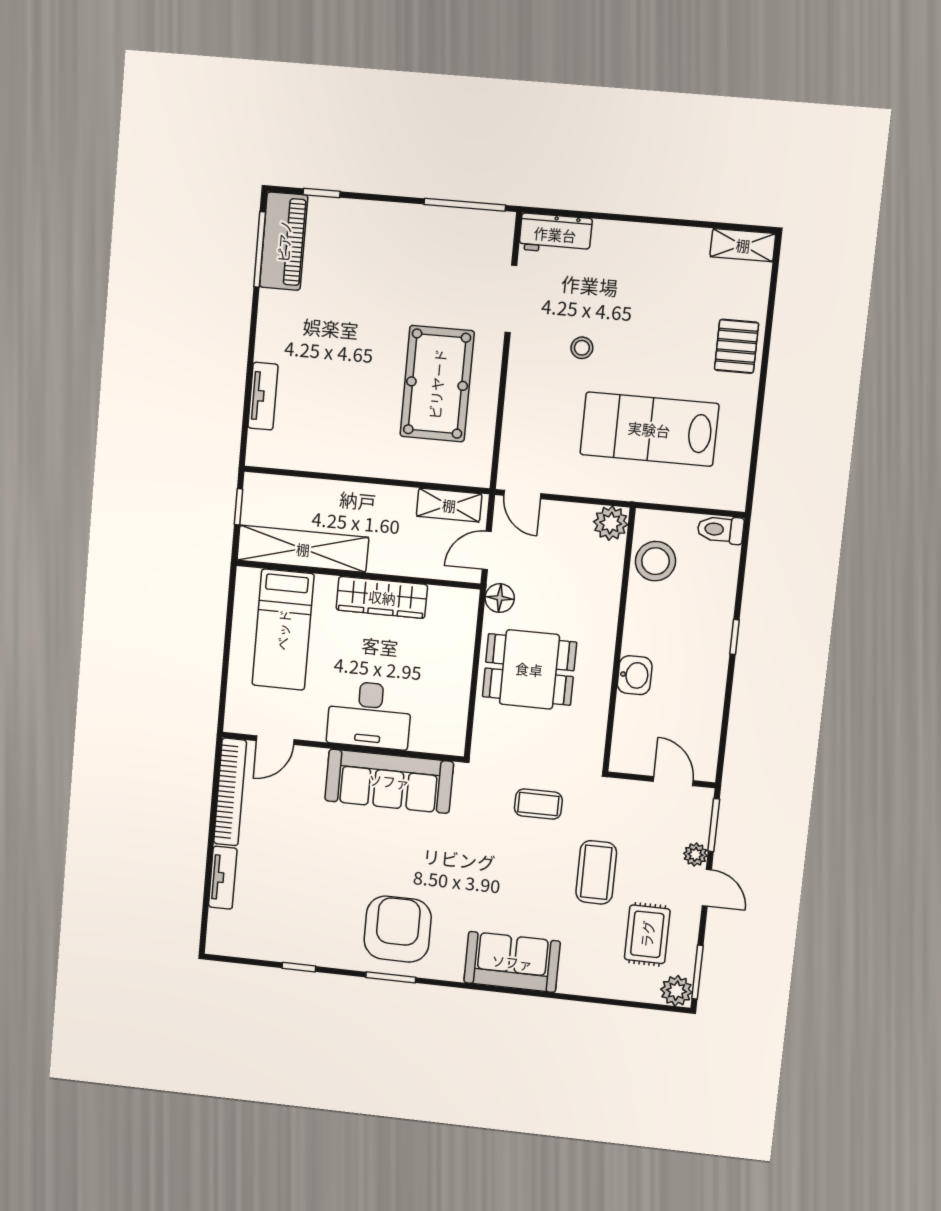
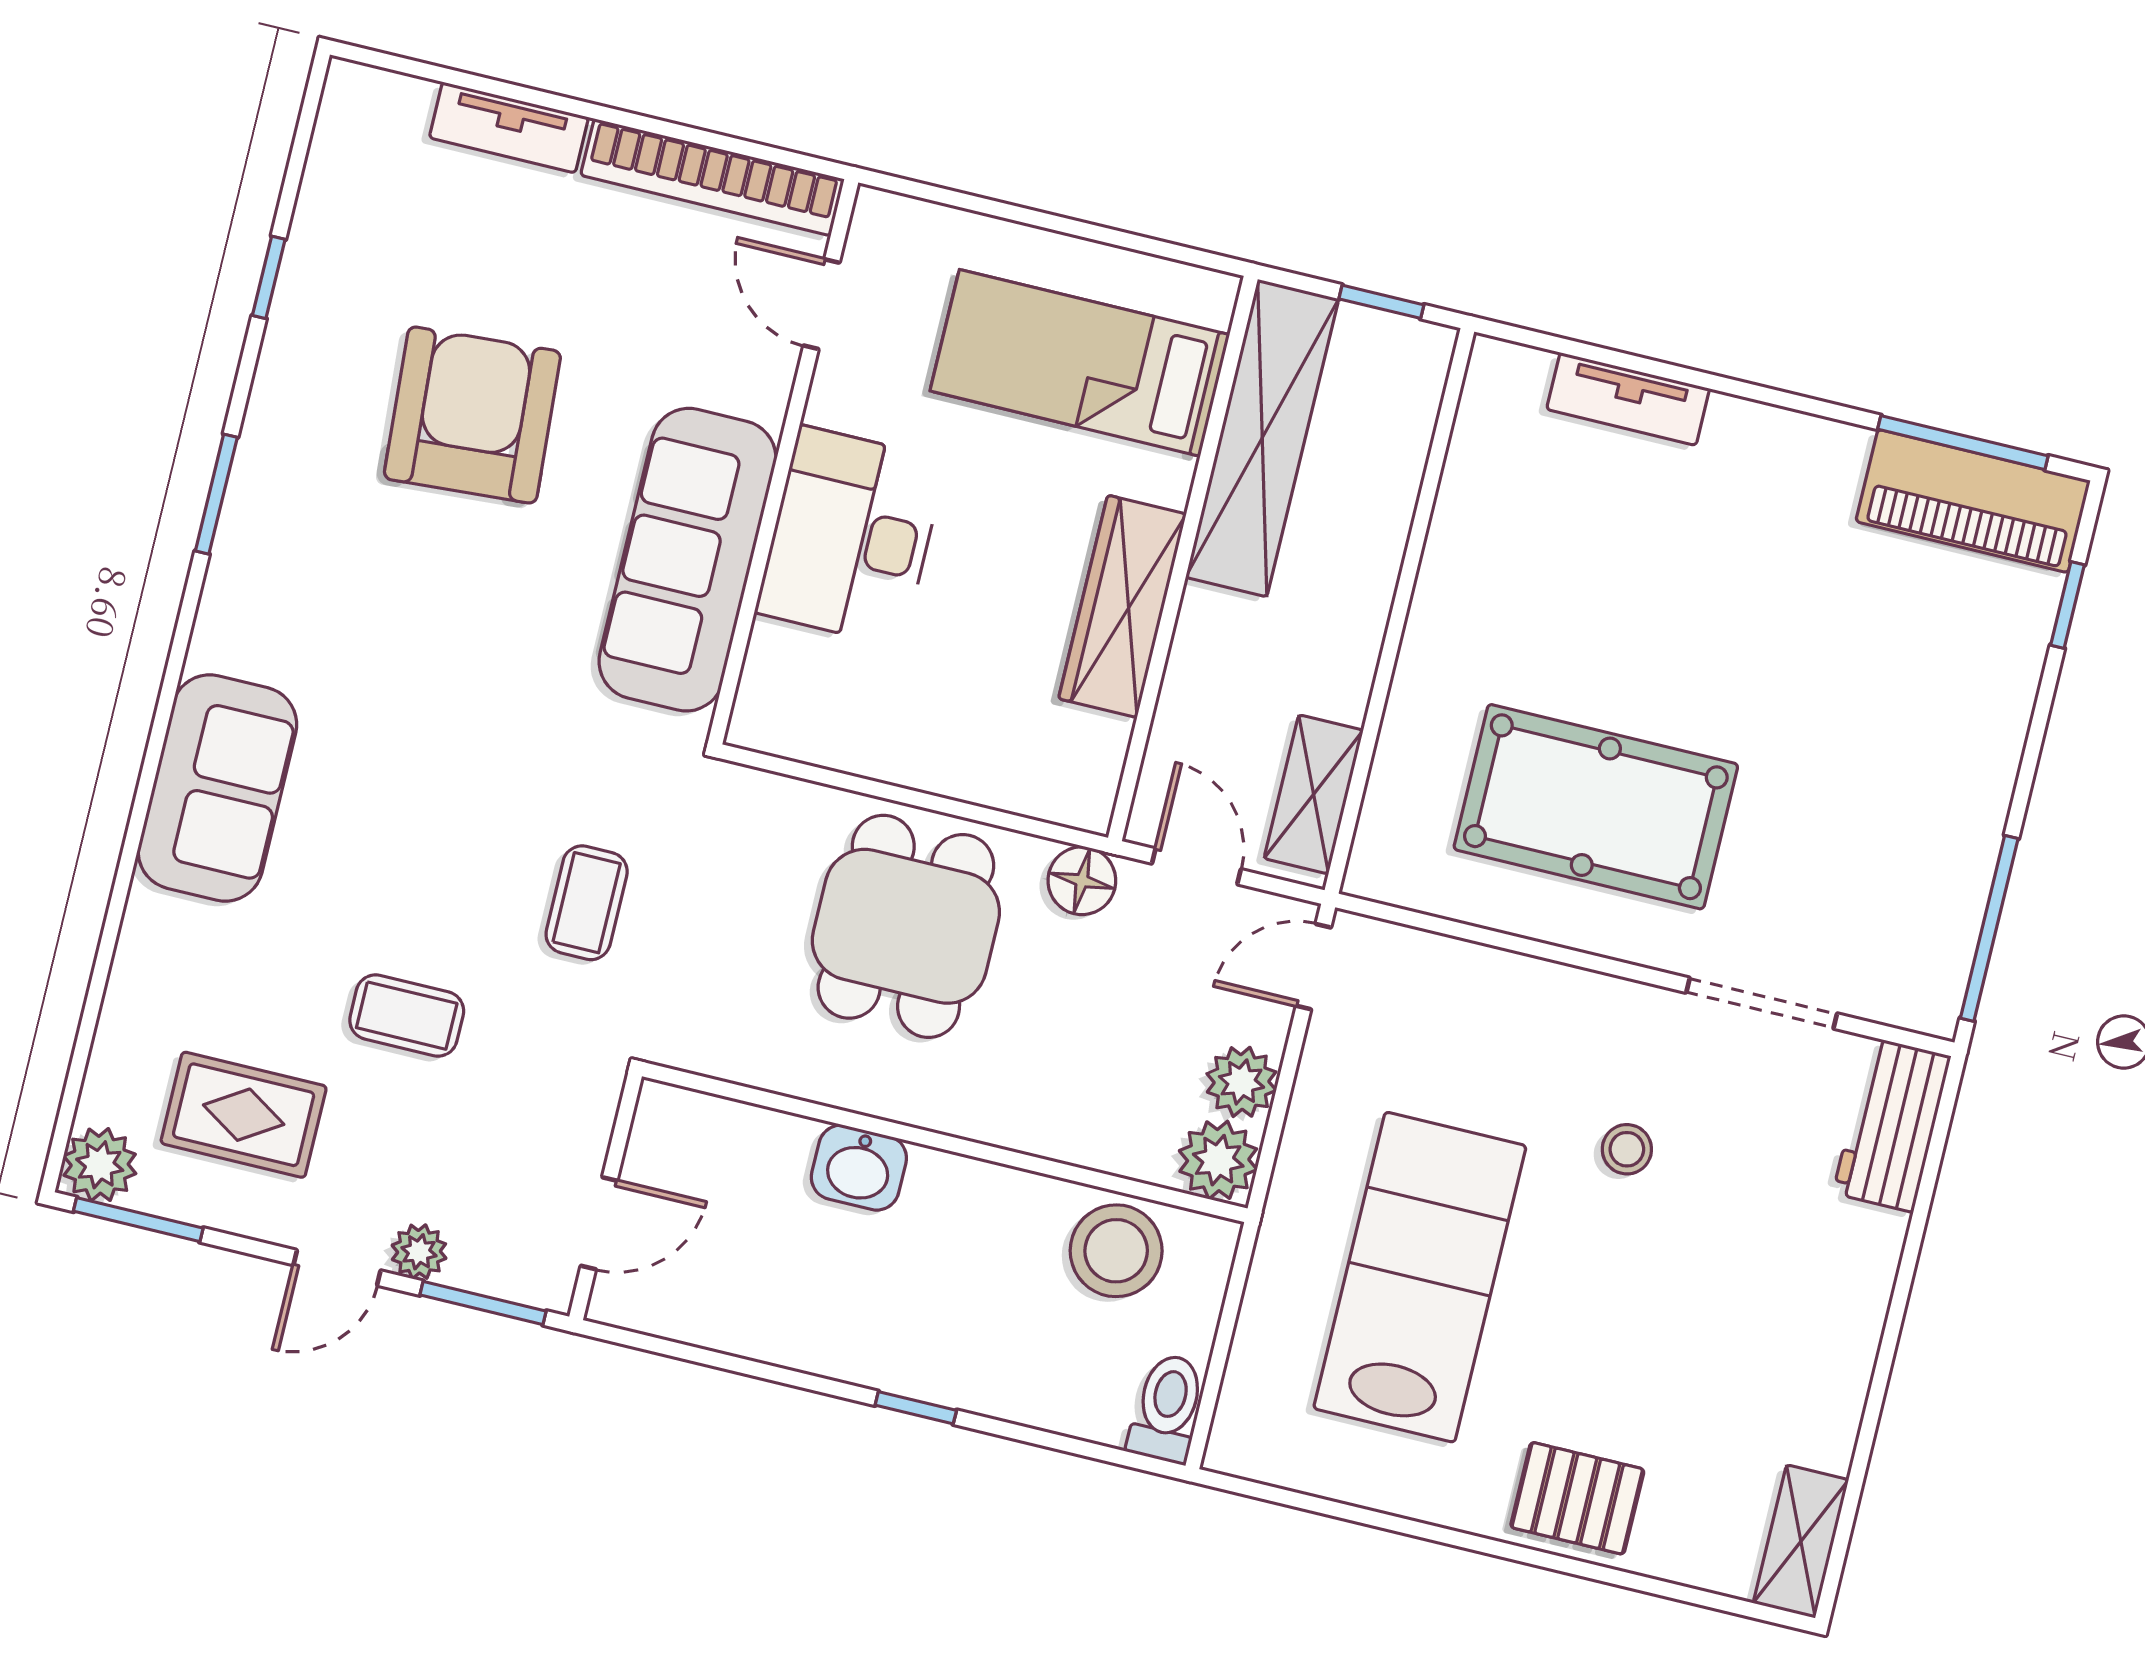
plant: (576, 518) -> (1242, 1082), added
coffee table: (596, 872) -> (407, 1016), width x0.73, depth x0.77
armchair: (398, 929) -> (472, 415), moved, turned -94

